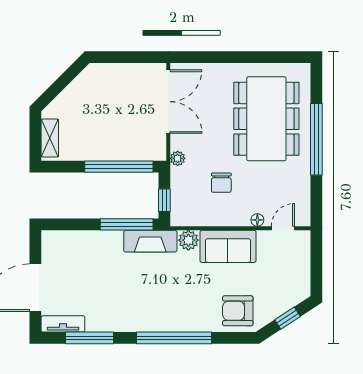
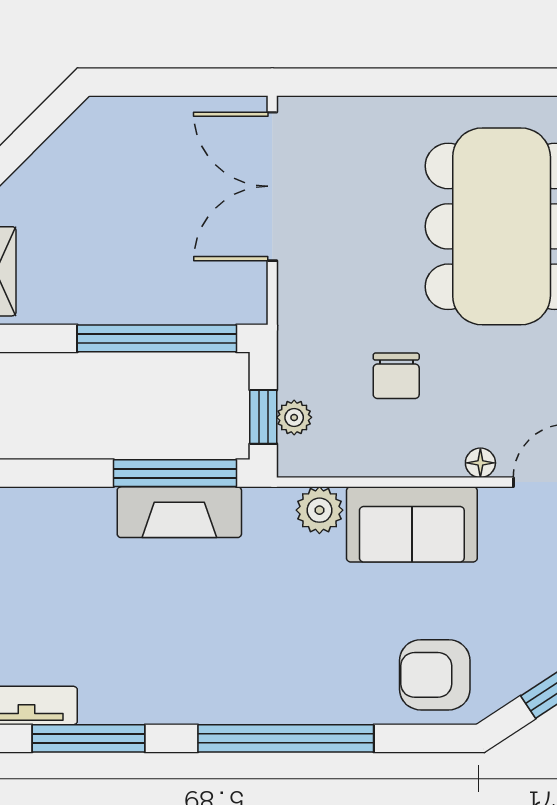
double door: (168, 102) -> (272, 186), swing flipped
plant: (178, 158) -> (294, 417), moved
fireplace: (150, 241) -> (179, 512), moved

